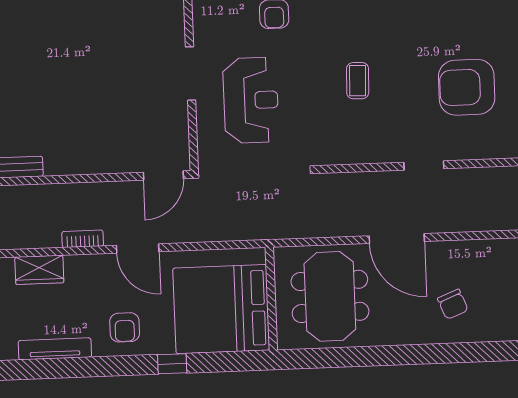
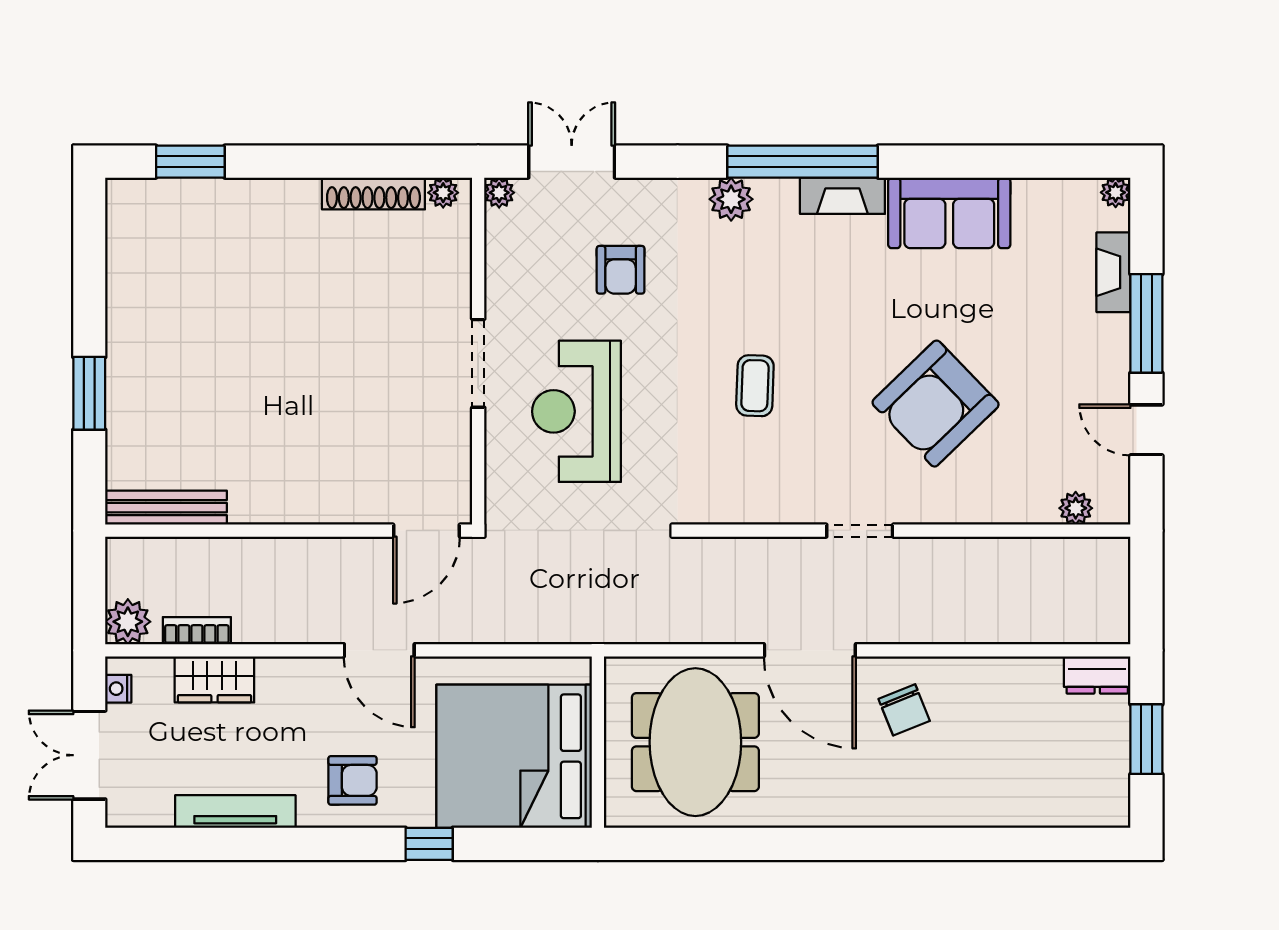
armchair: (467, 87) -> (936, 404), turned -44
reception desk: (251, 100) -> (577, 411), turned 180
bookcase: (83, 239) -> (197, 631), moved
chair: (453, 304) -> (904, 710), moved
armchair: (125, 327) -> (353, 780), turned -90

